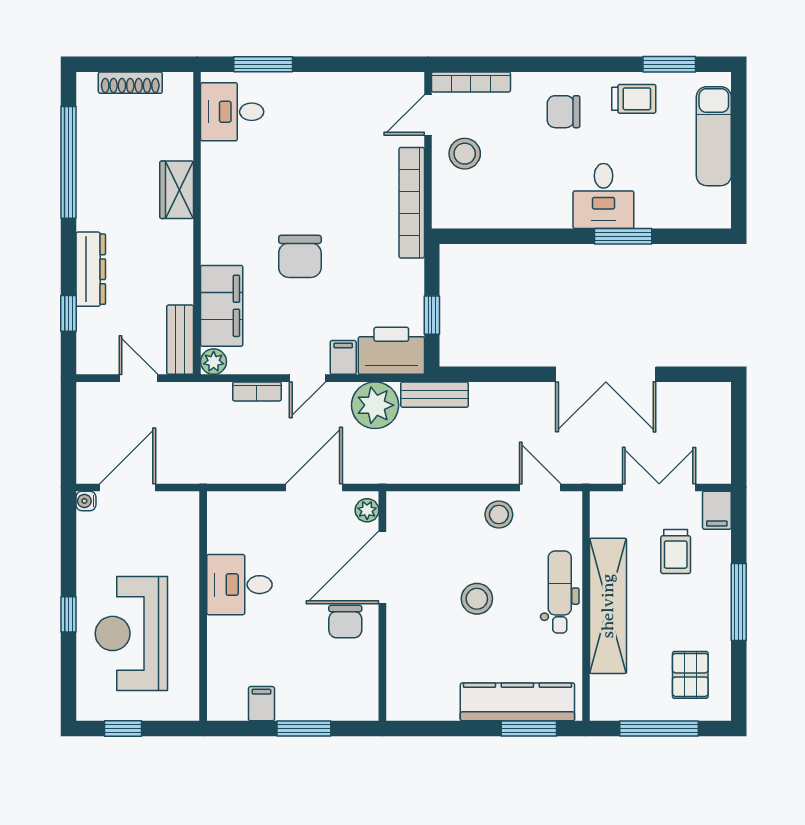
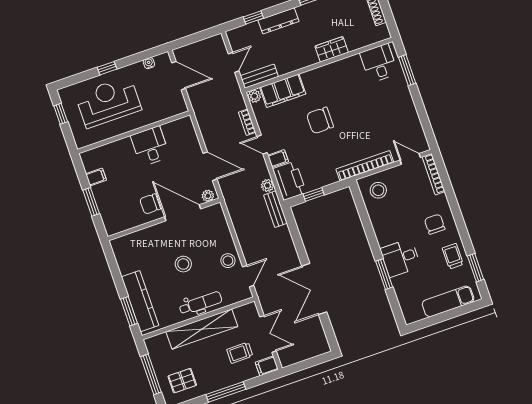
trolley: (634, 99) -> (453, 256), turned 180
stool: (465, 154) -> (378, 190), moved
plant: (375, 405) -> (267, 185), width x0.53, depth x0.53
water cooler: (86, 501) -> (149, 63), moved

